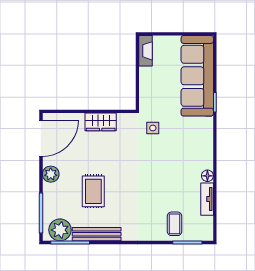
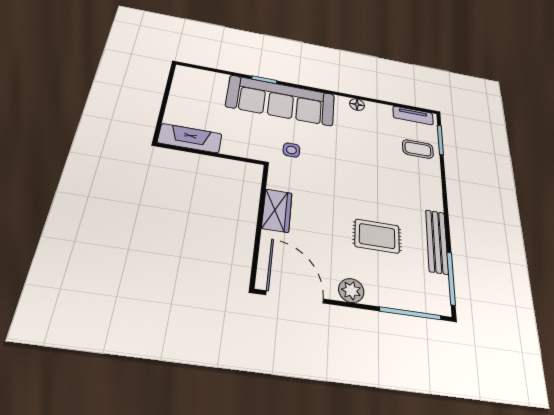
fireplace: (146, 51) -> (190, 138), width x1.37, depth x1.32
sofa: (197, 76) -> (281, 100), moved
tv unit: (207, 199) -> (413, 115), moved
plant: (60, 230) -> (434, 289), removed

